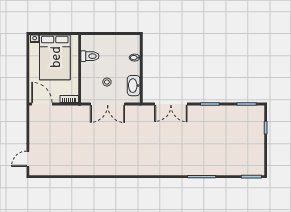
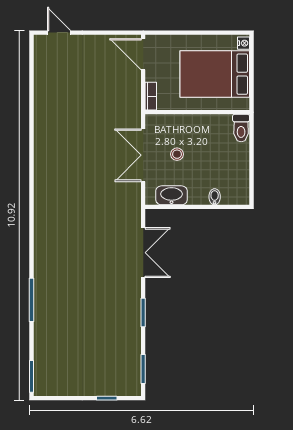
toilet: (90, 56) -> (241, 128), moved
door: (42, 104) -> (143, 54), swing flipped
double door: (171, 104) -> (143, 253), swing flipped

